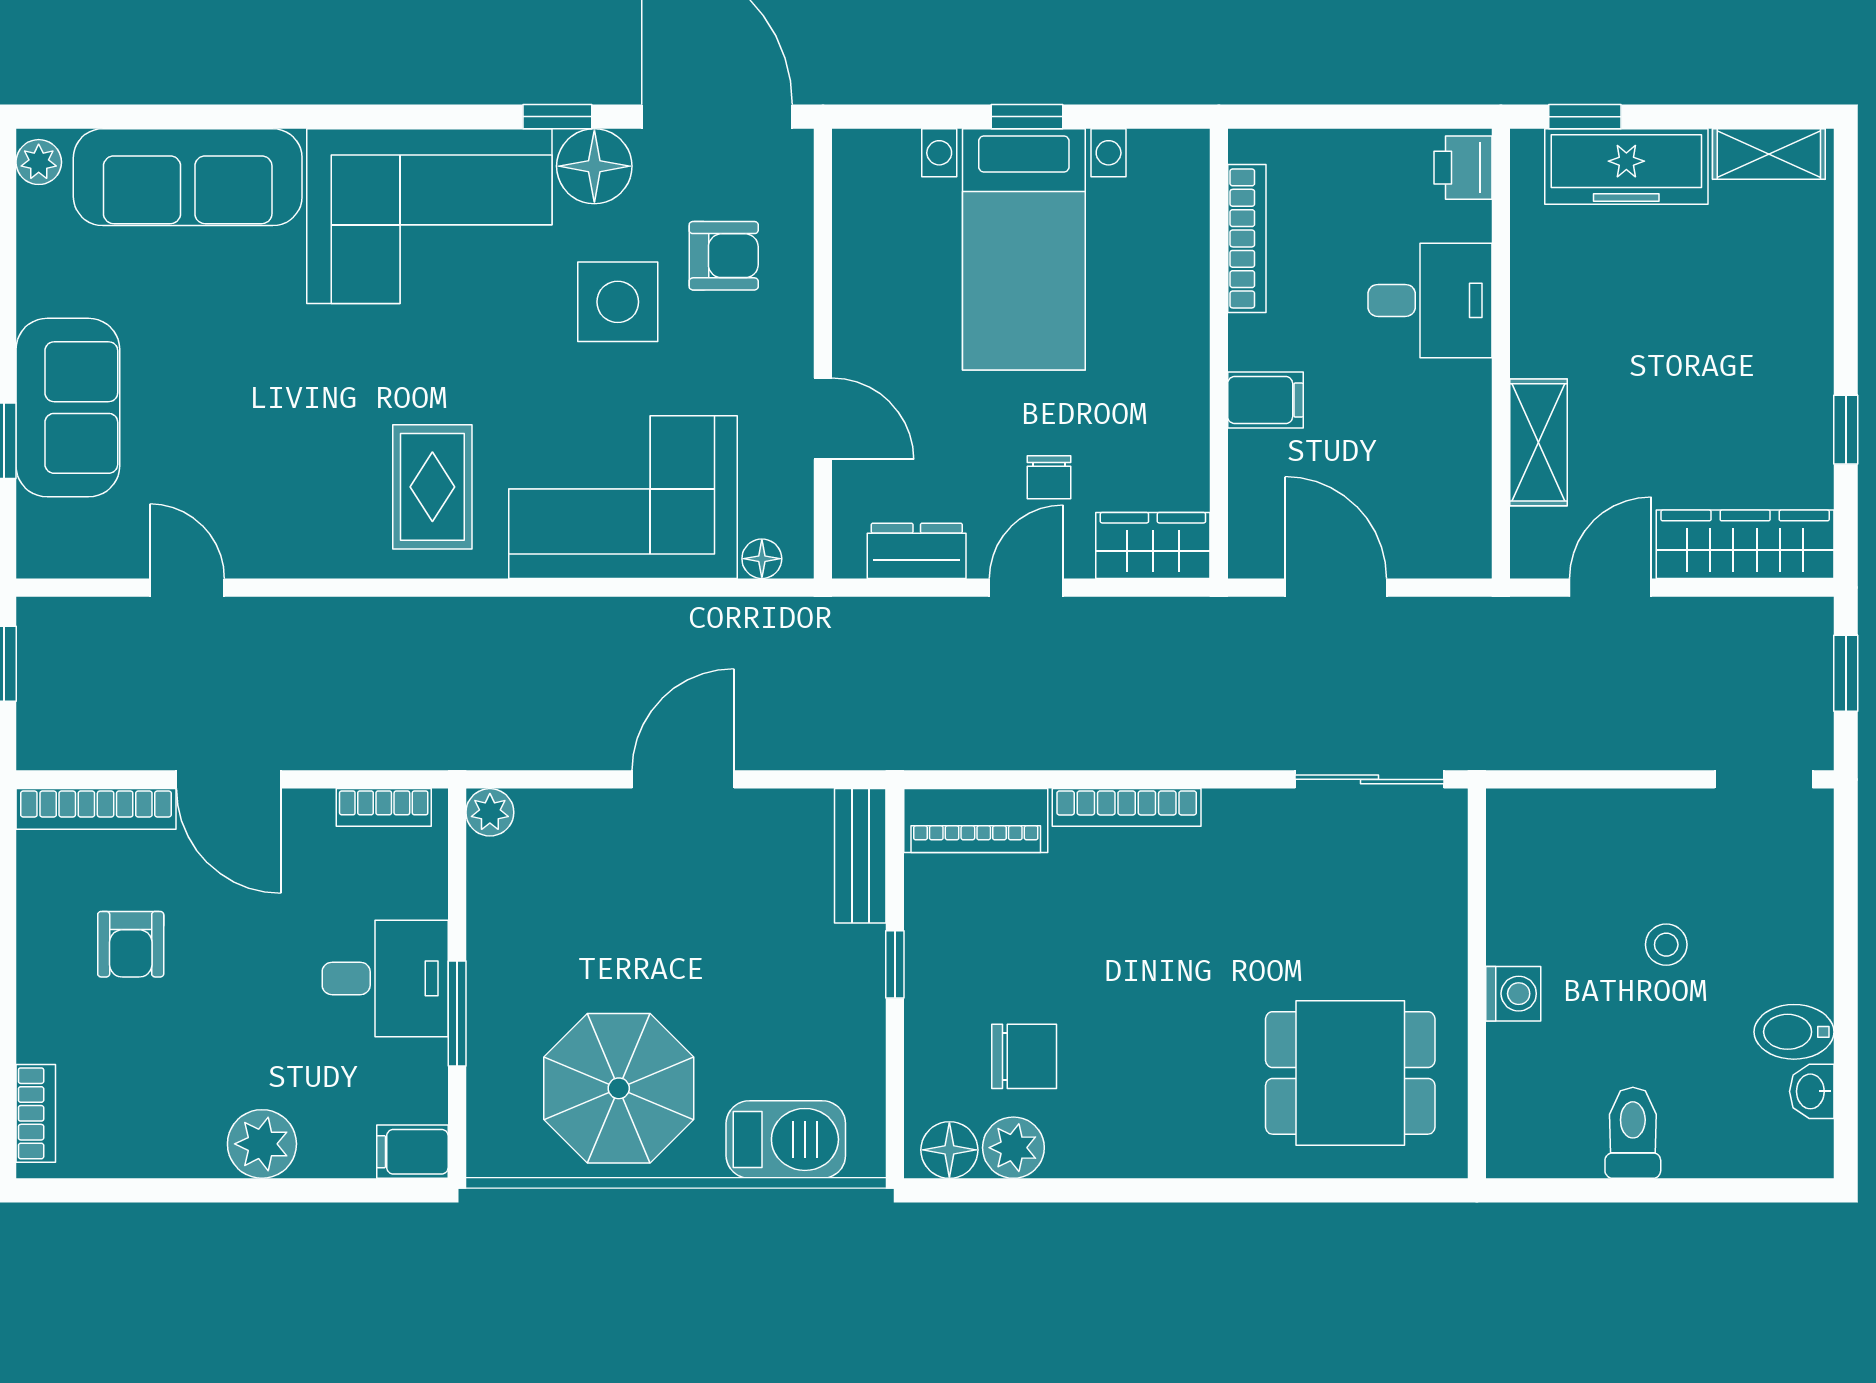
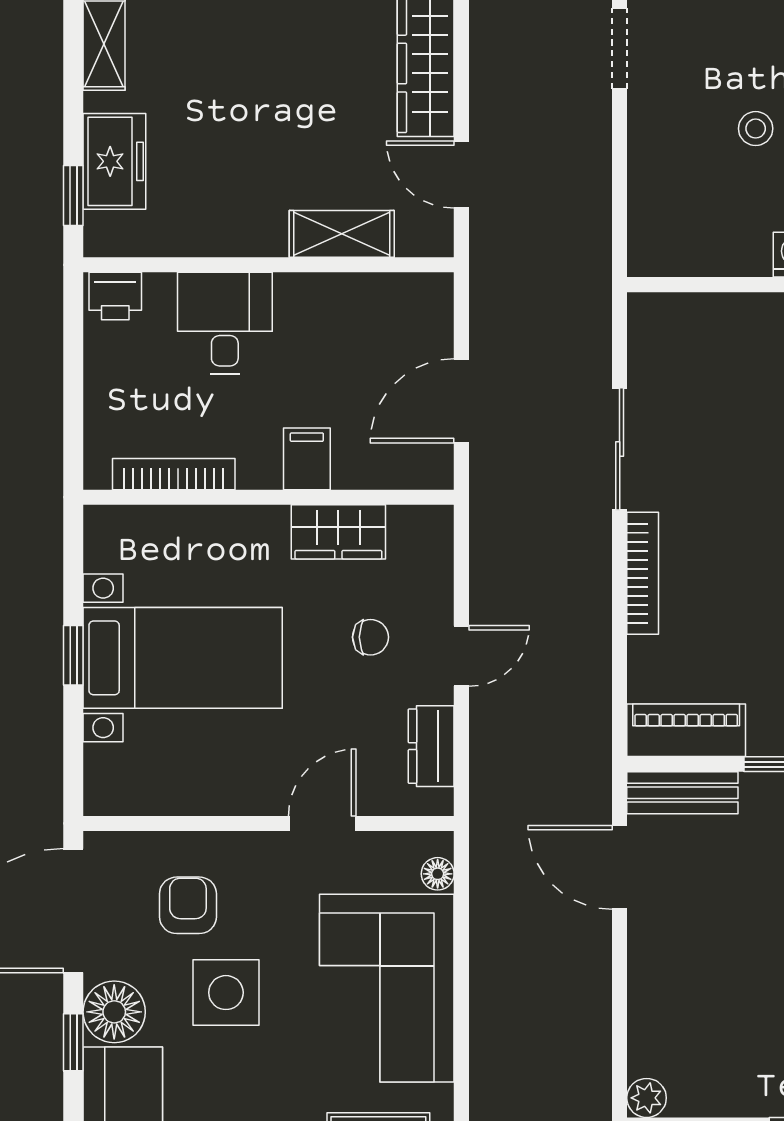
freezer: (1626, 166) -> (114, 161), width x0.71
wardrobe: (1153, 545) -> (338, 532), moved, turned -90
door: (1026, 588) -> (461, 656), swing flipped
door: (683, 779) -> (620, 867), moved
sliding door: (1369, 779) -> (620, 449), moved
piano: (976, 821) -> (686, 730), moved, turned -90

